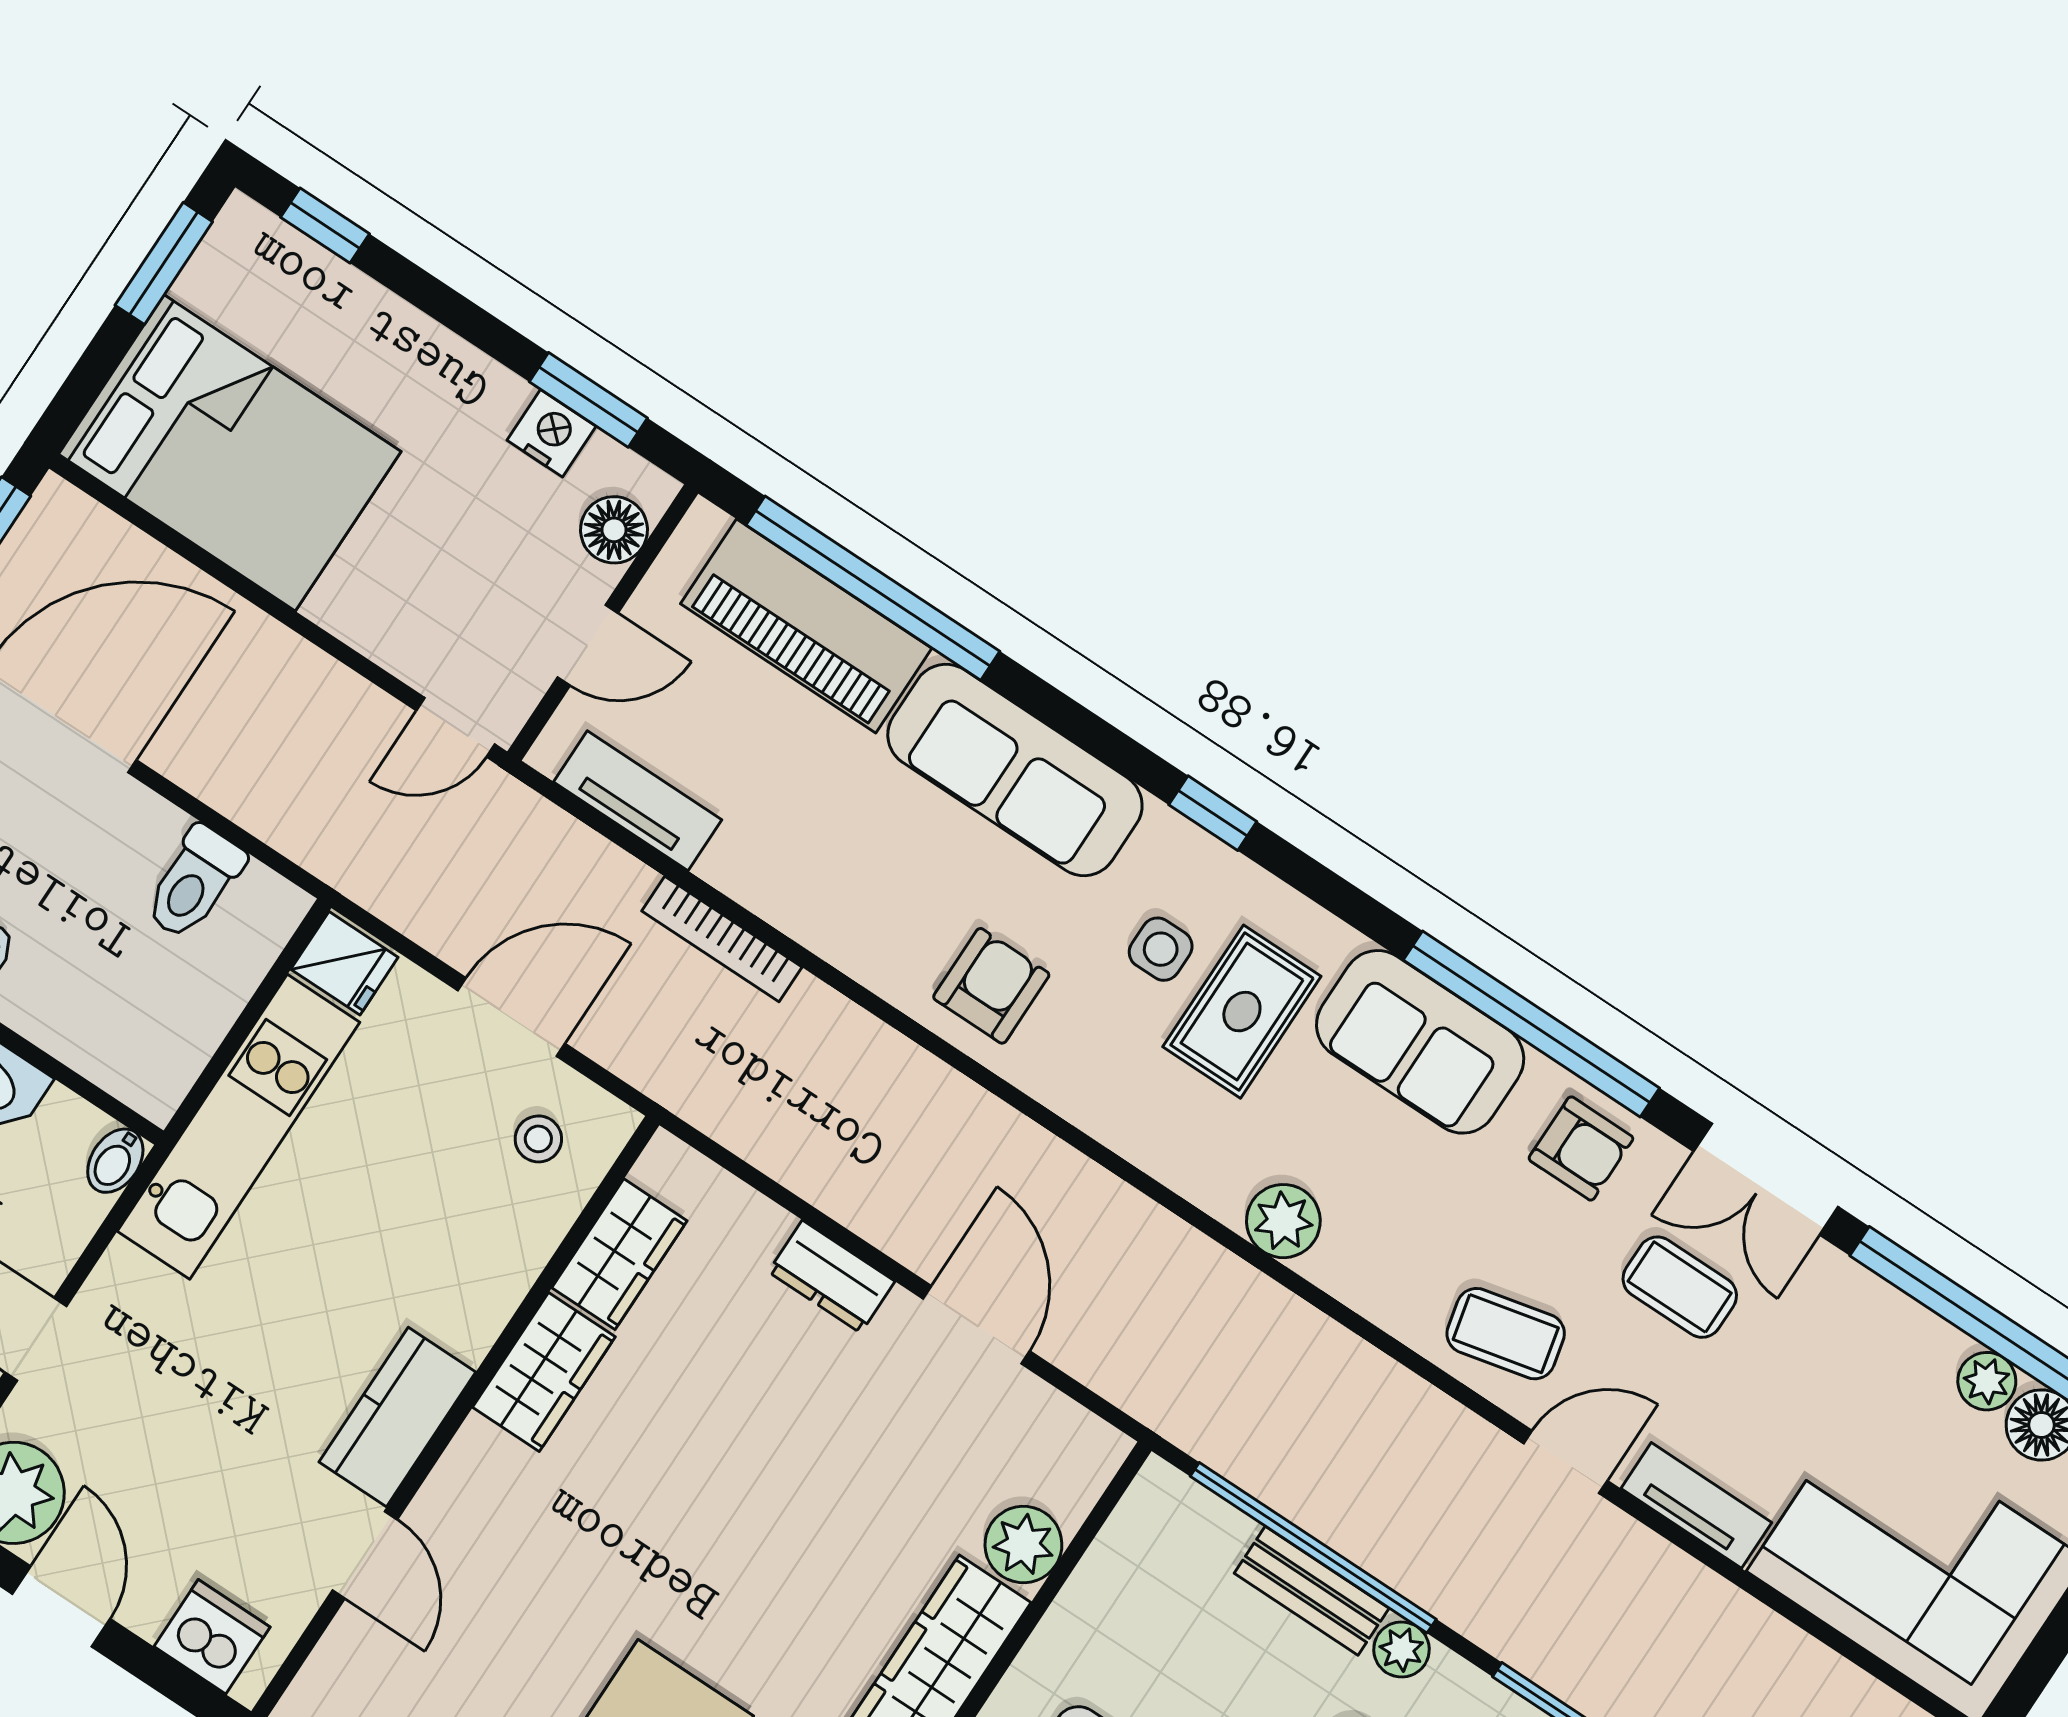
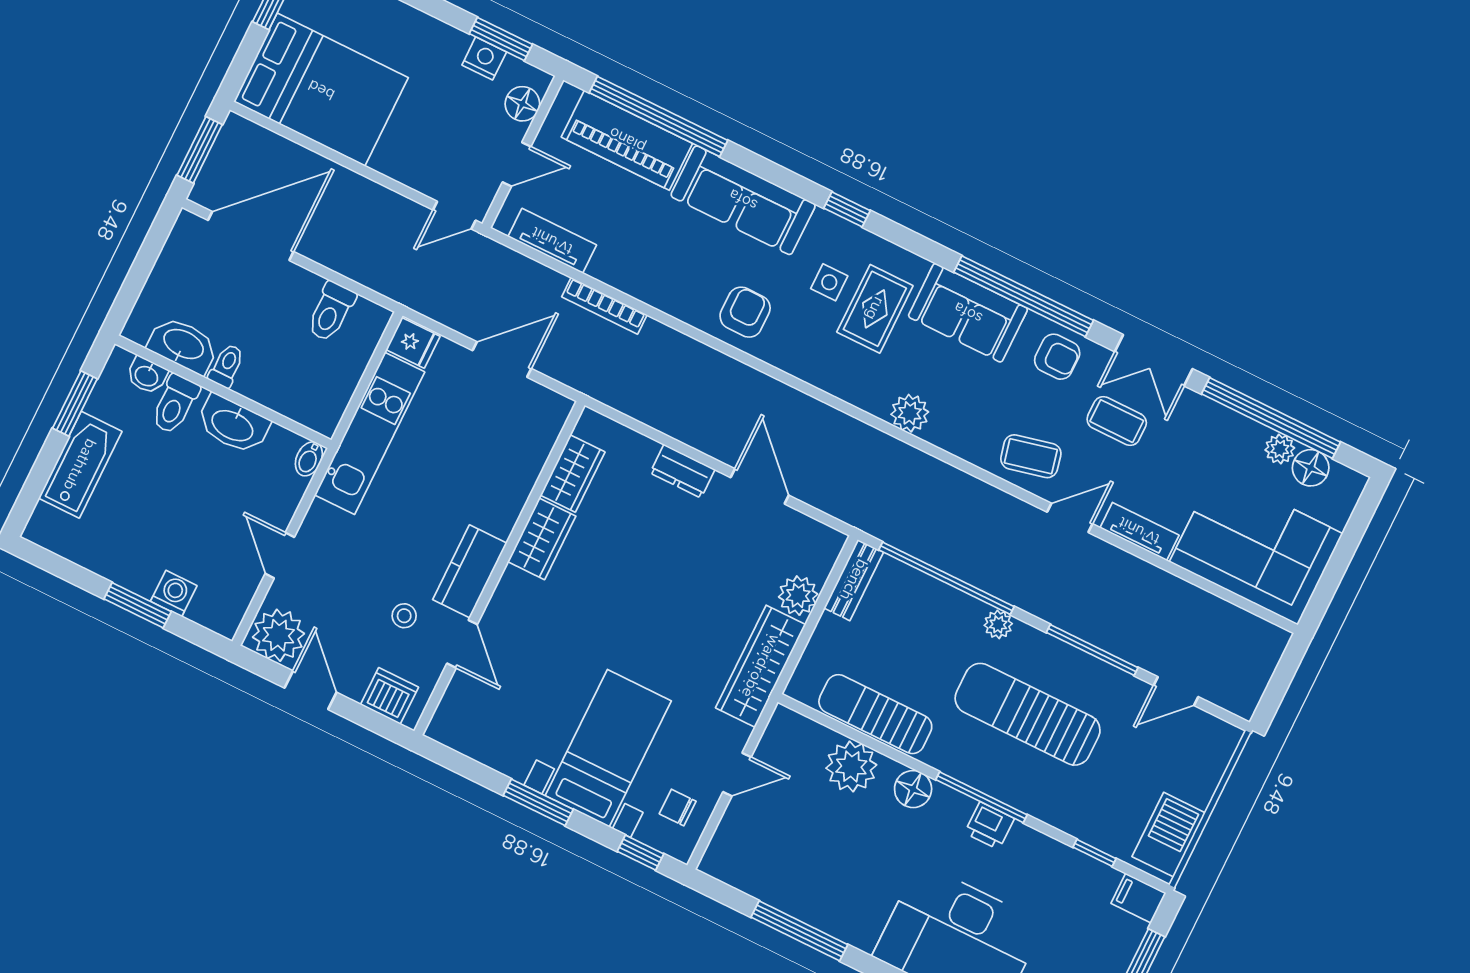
stool: (538, 1139) -> (404, 616), moved
bench: (1312, 1591) -> (854, 580), moved, turned 90

